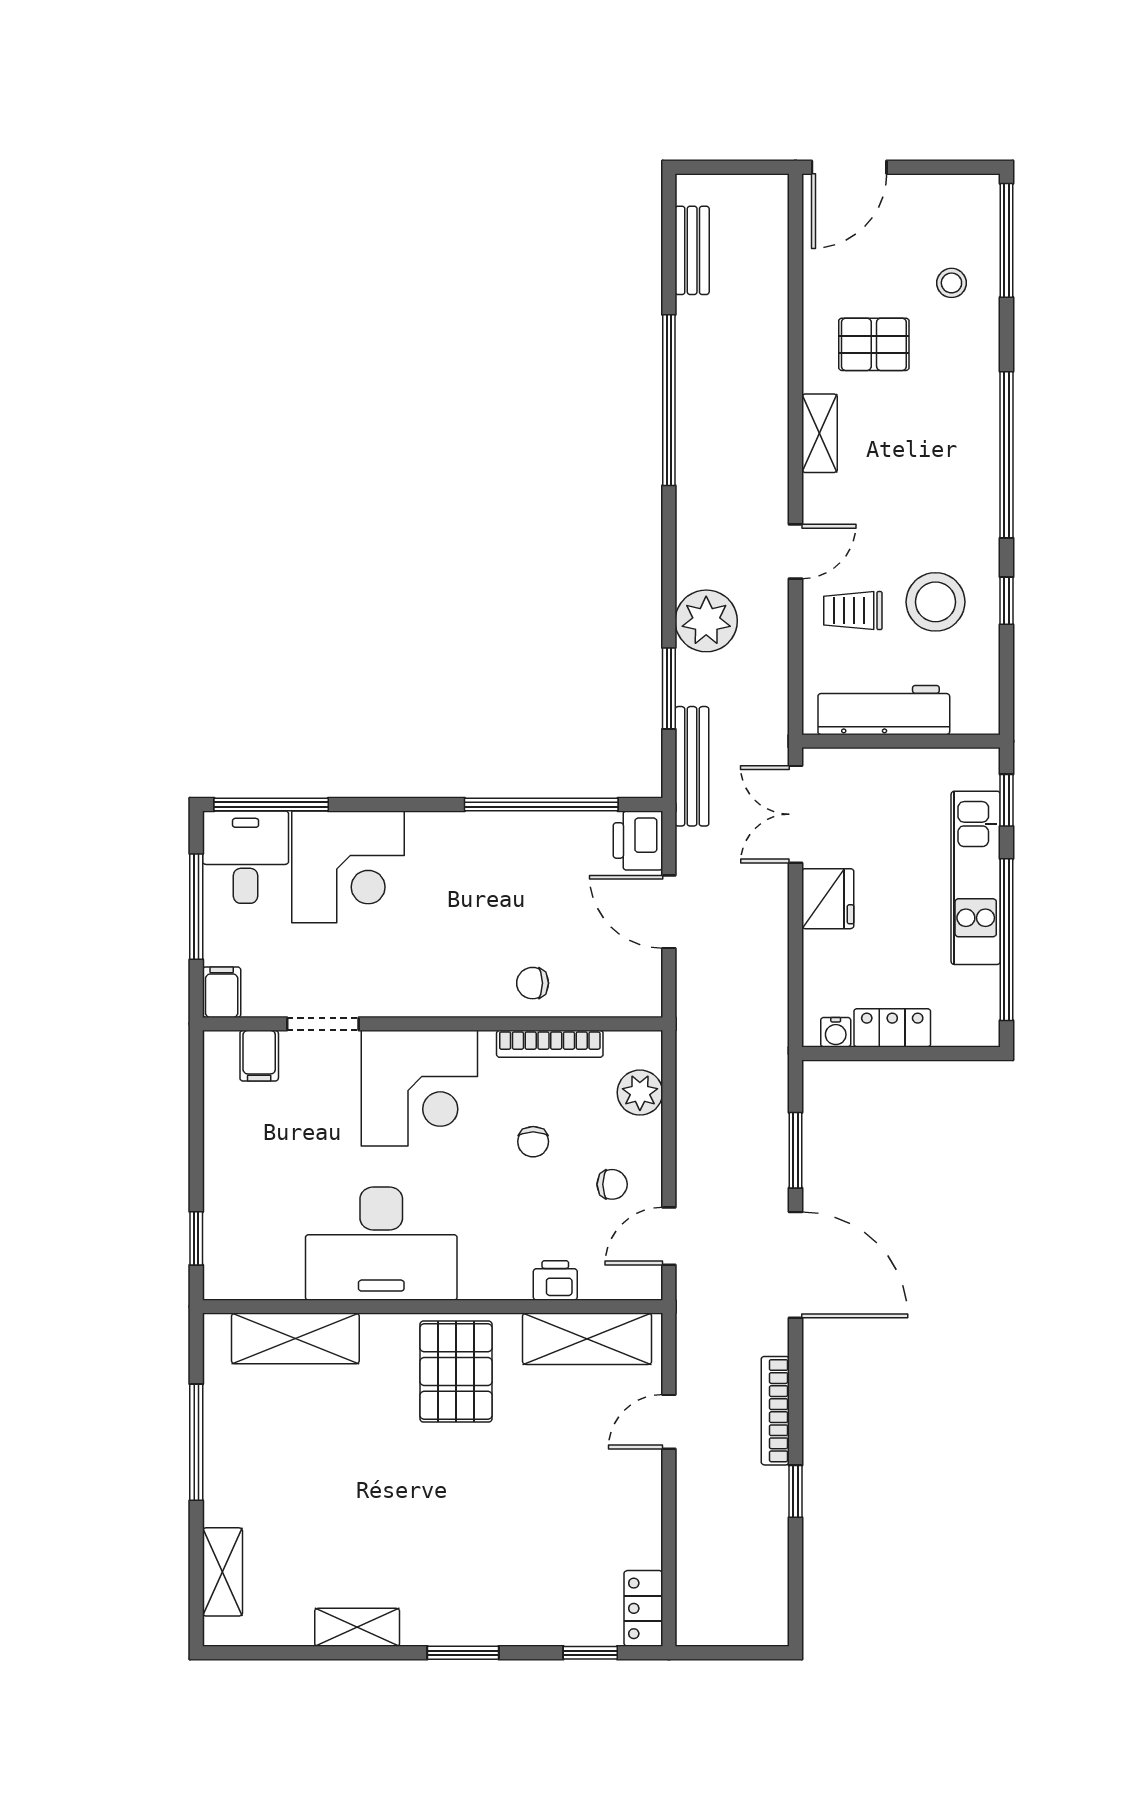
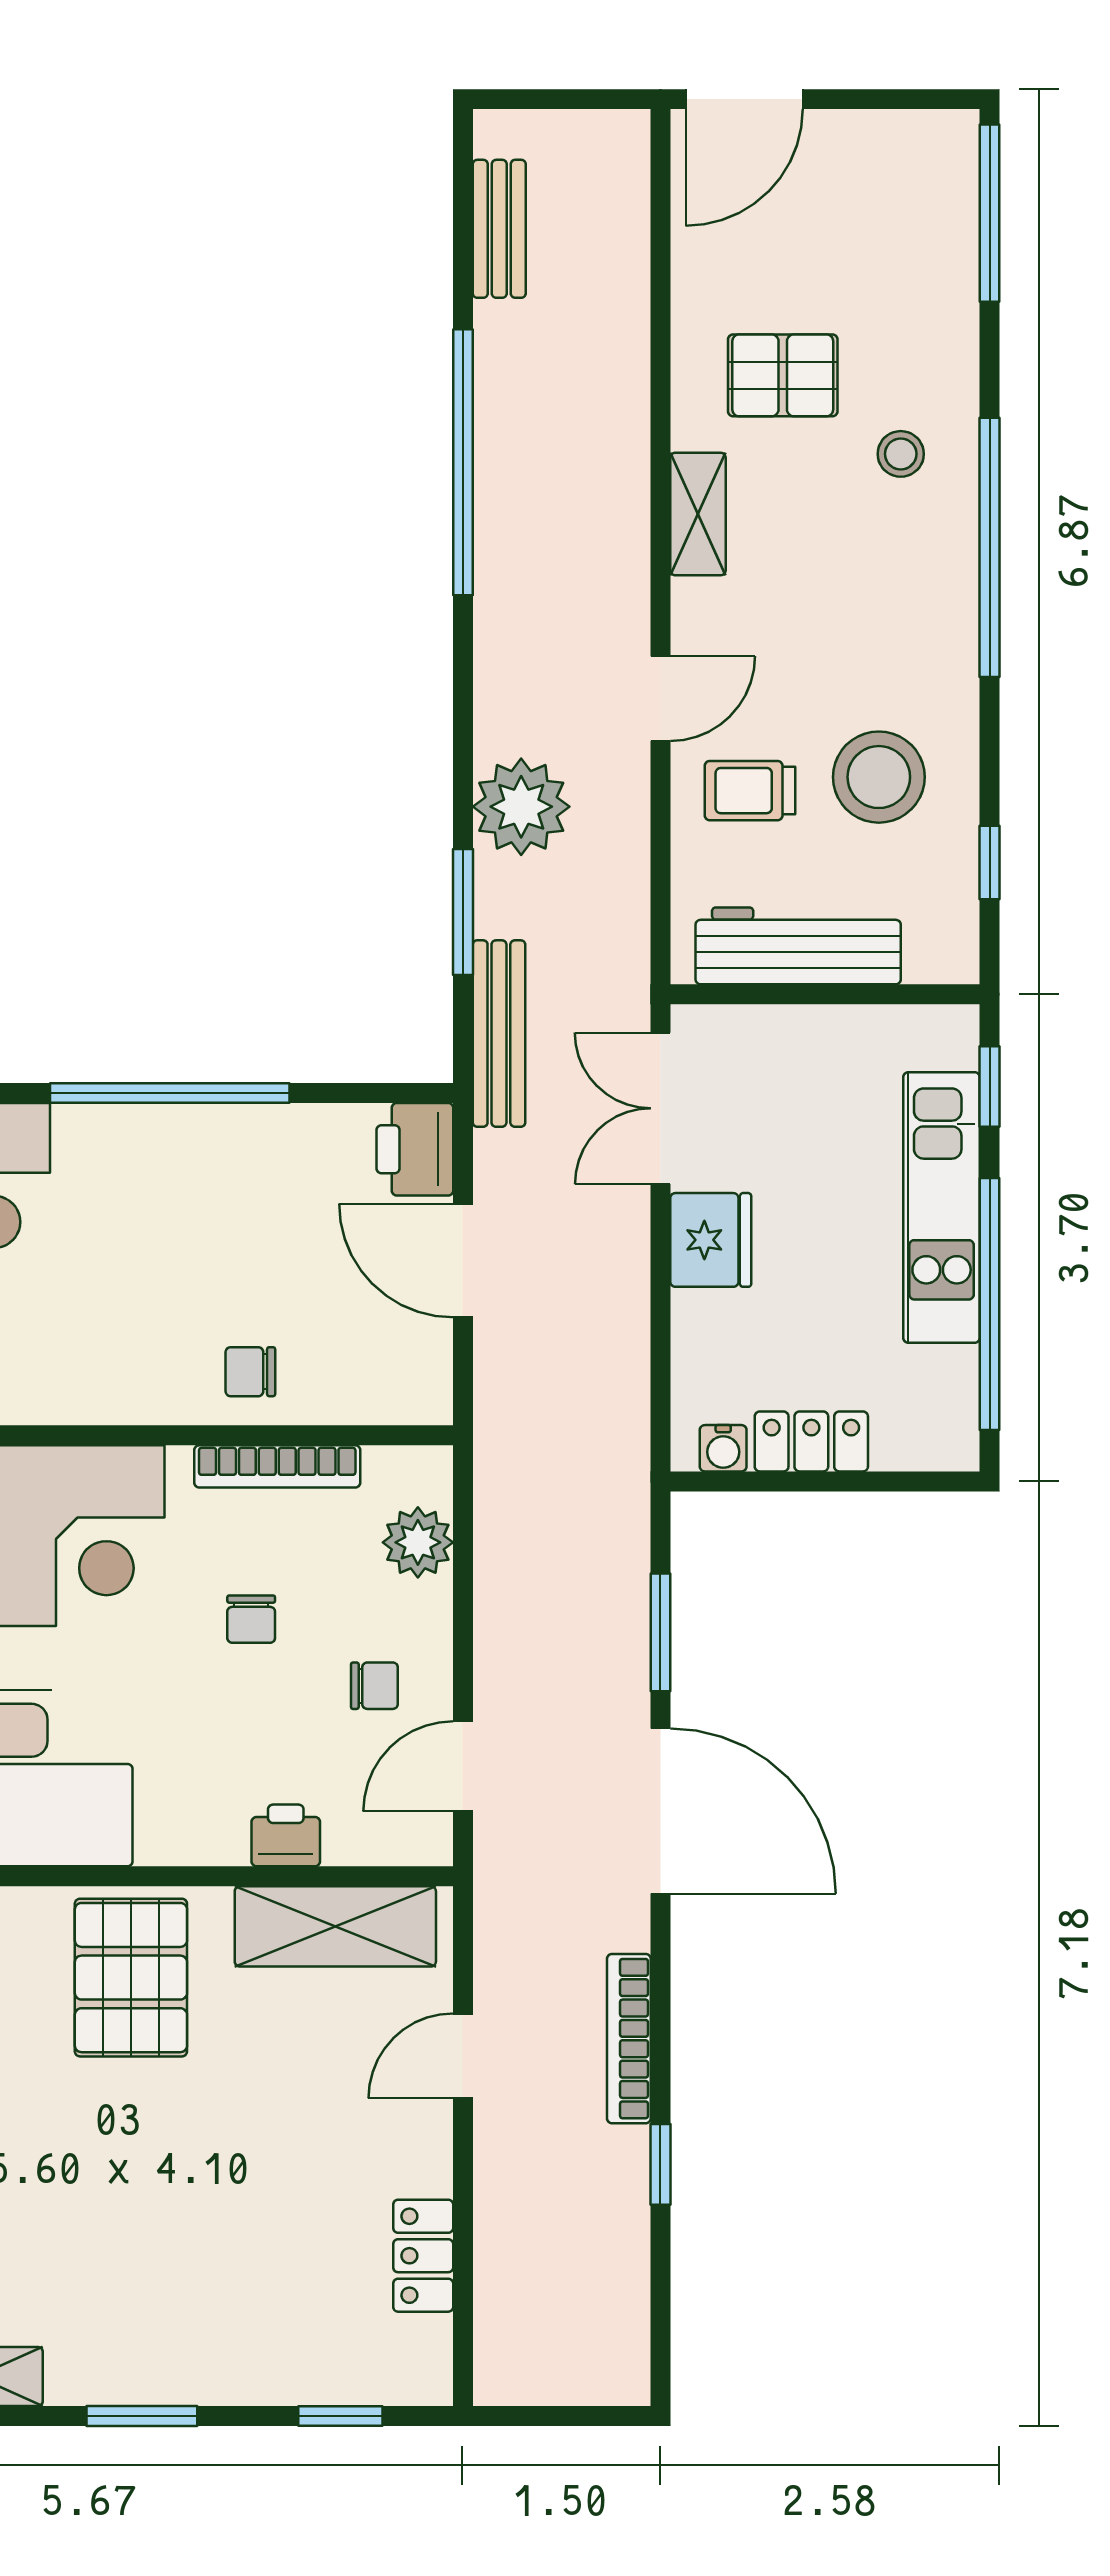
stool: (951, 283) -> (901, 454), moved
window: (1006, 601) -> (990, 862), moved
window: (541, 804) -> (170, 1093), moved
locker: (643, 1608) -> (423, 2256), moved

